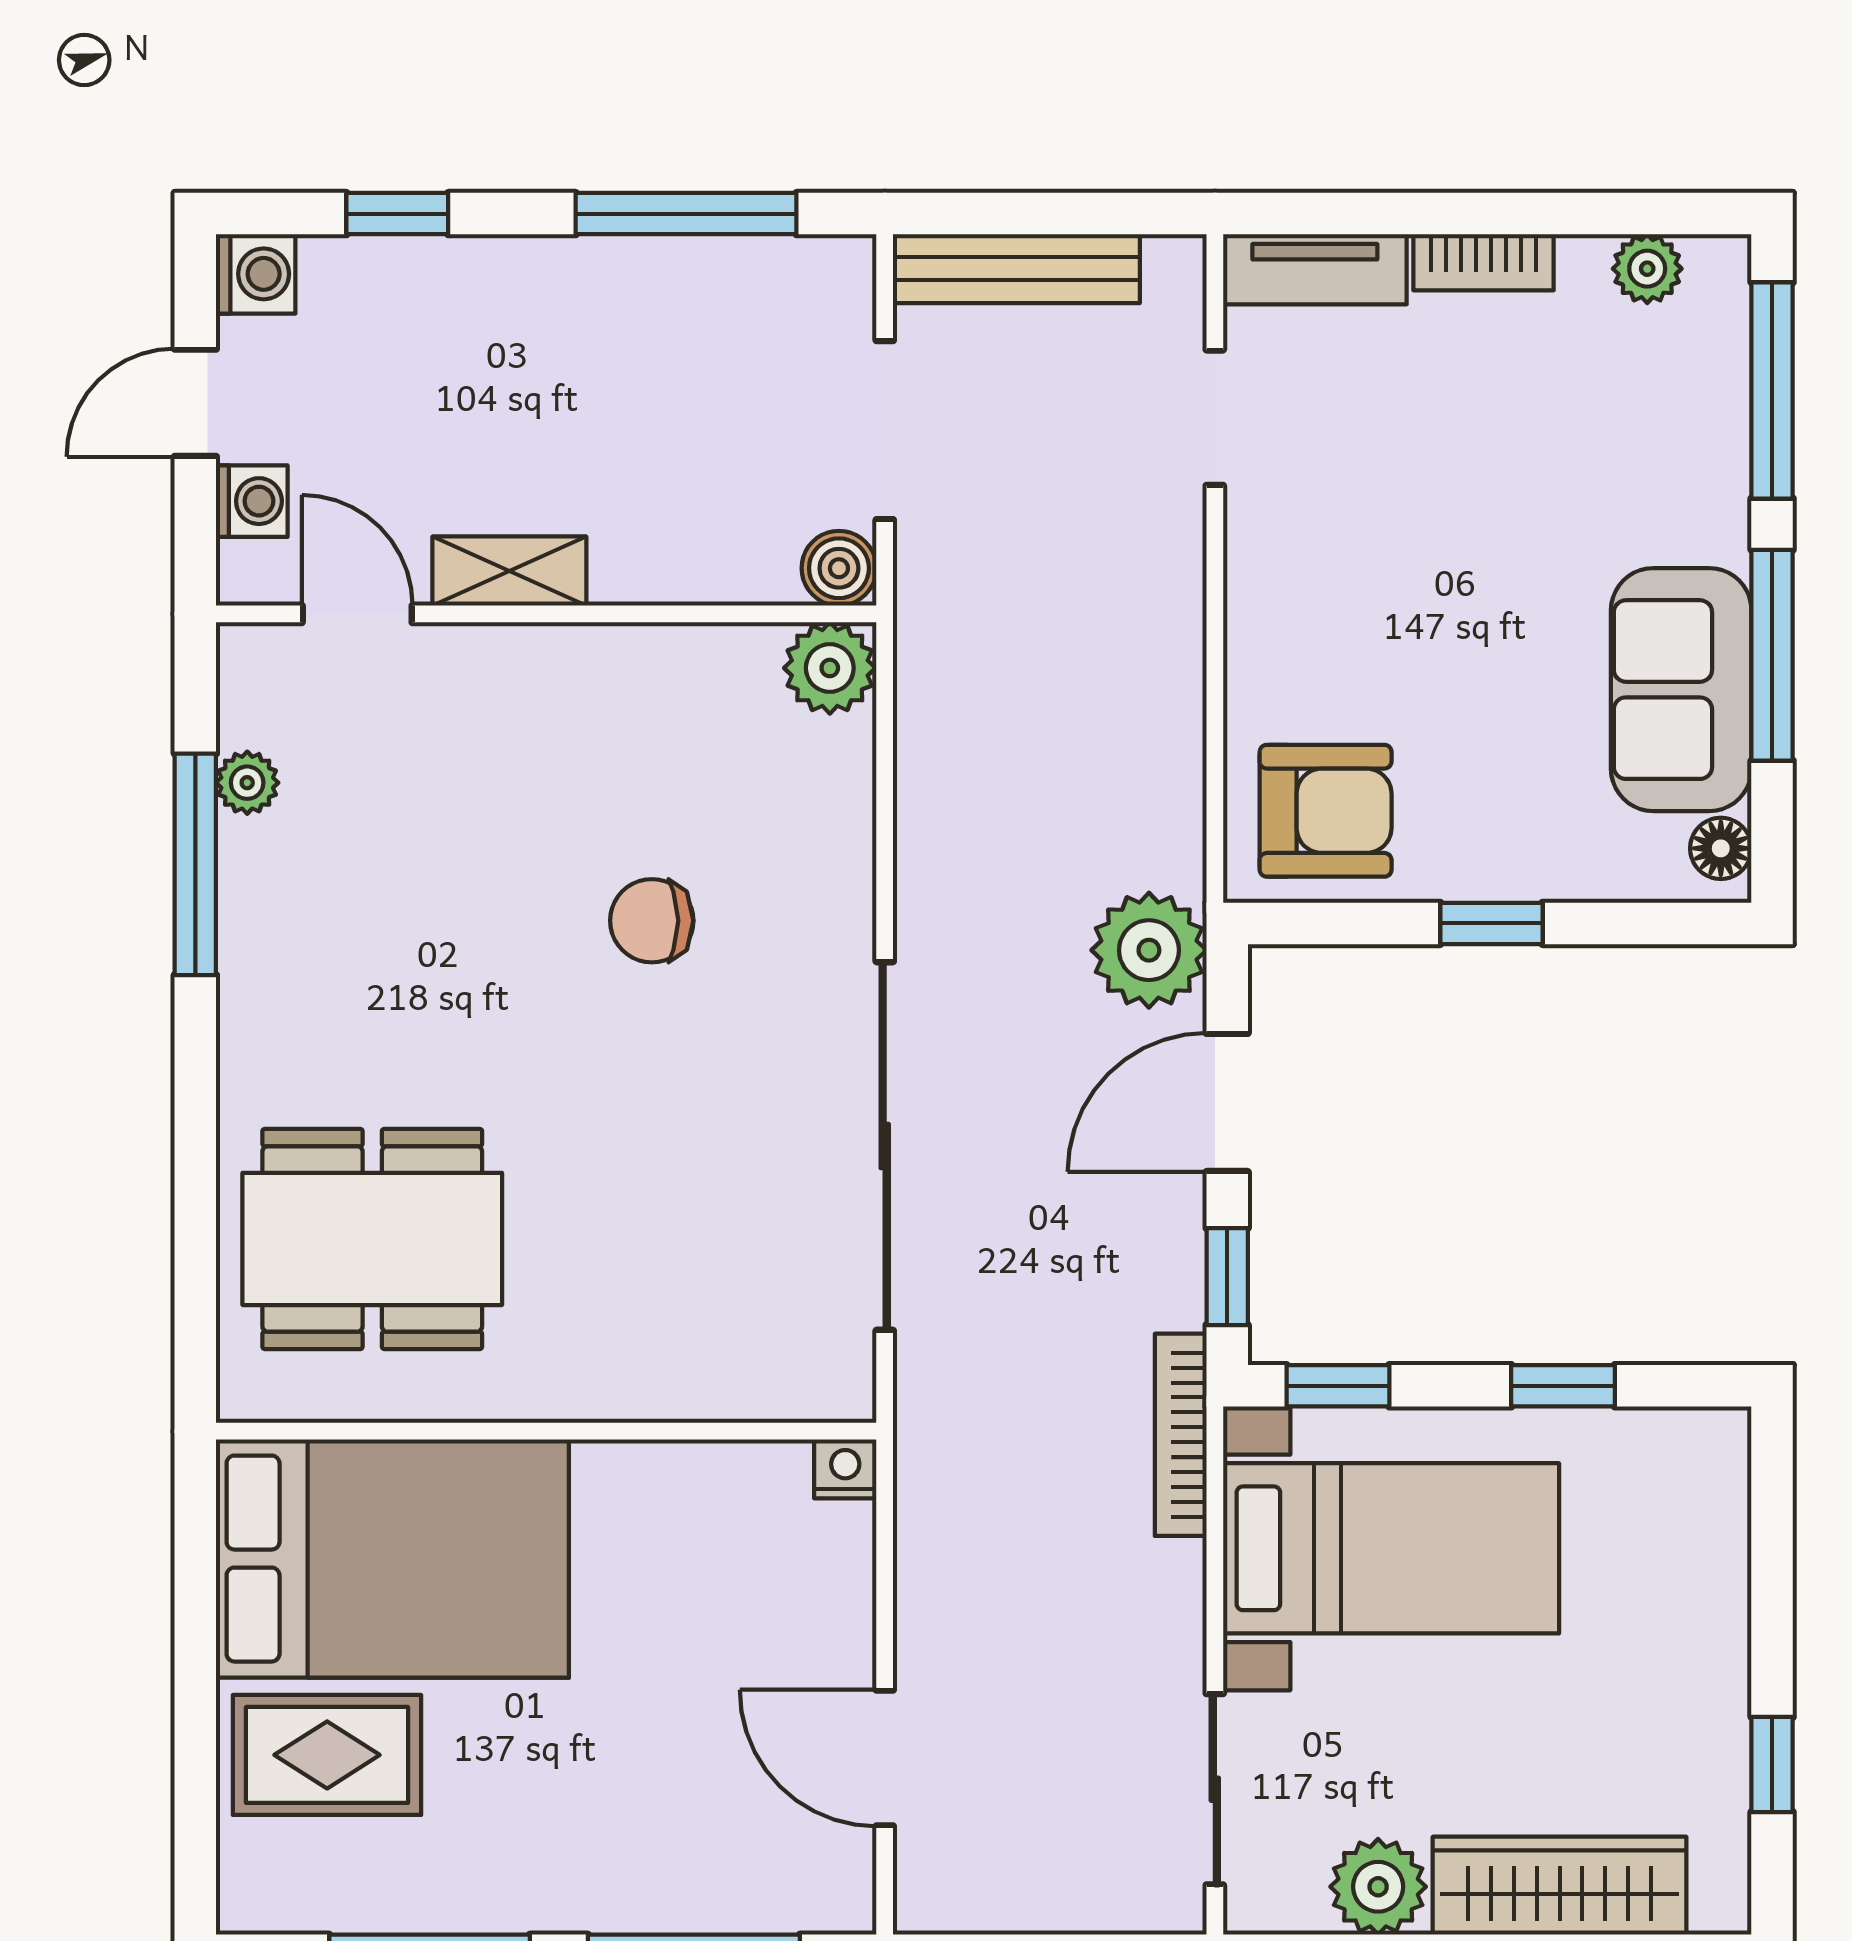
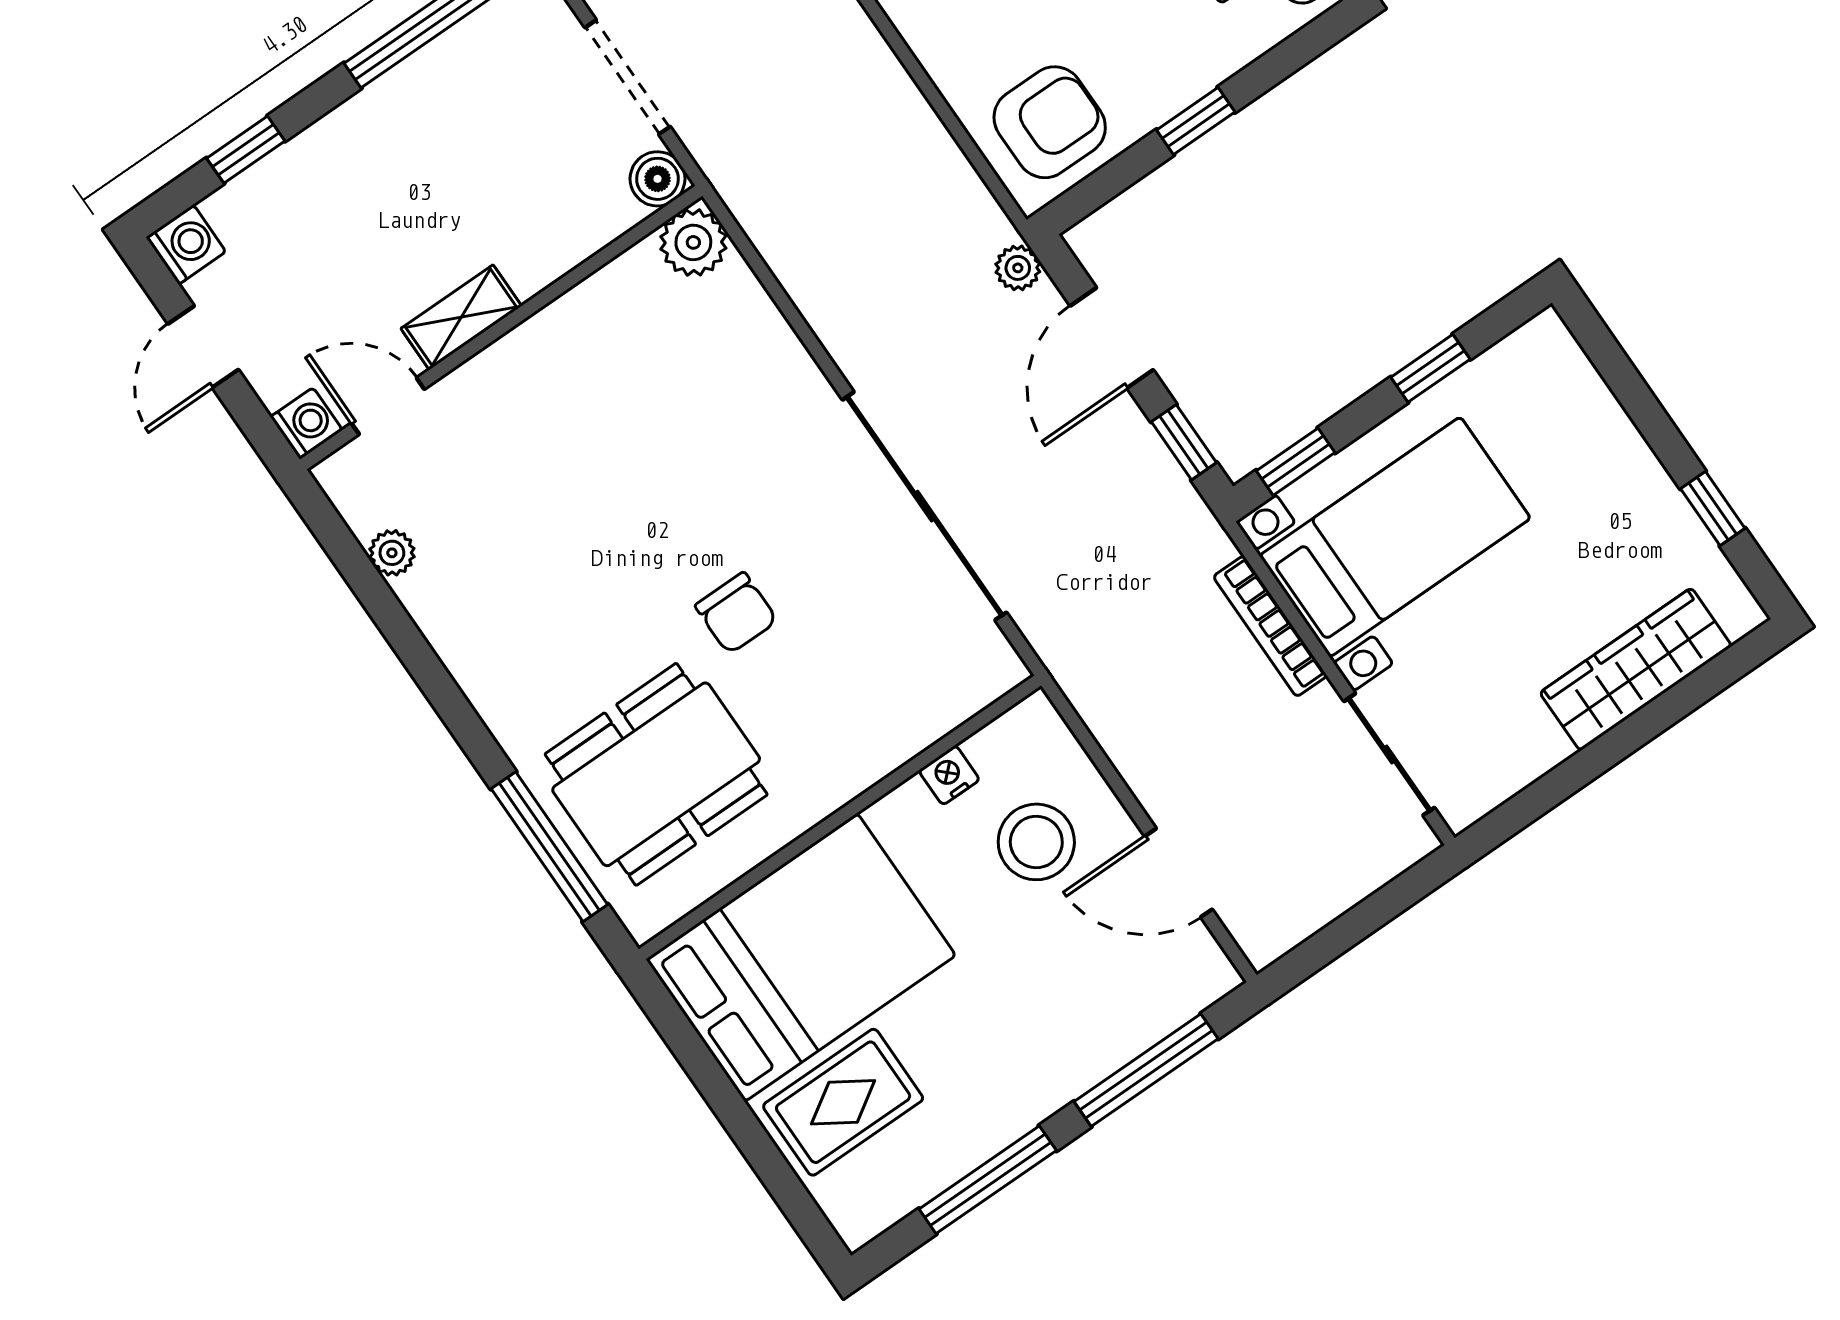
washing machine: (252, 501) -> (306, 423), moved
window: (195, 864) -> (549, 847), moved
chair: (652, 921) -> (736, 613), moved, turned -90
plant: (1149, 950) -> (1018, 268), width x0.53, depth x0.53
bookcase: (1181, 1435) -> (1270, 626), moved
nightstand: (845, 1469) -> (949, 775), moved
stool: (748, 1612) -> (1036, 842), added
plant: (1378, 1887) -> (1528, 745), removed

